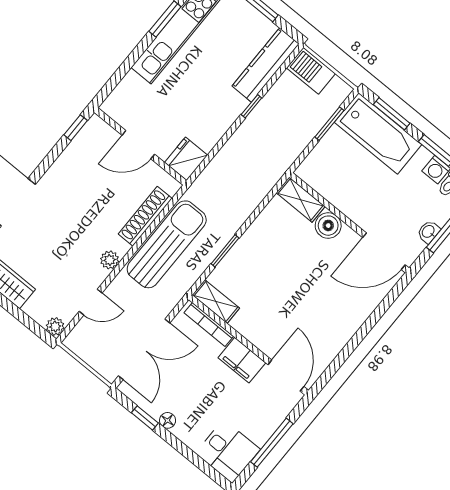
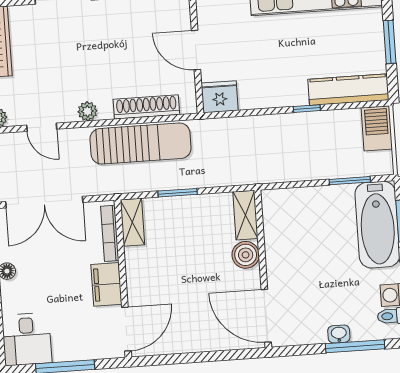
shelving: (301, 200) -> (245, 215), moved
wall: (349, 223) -> (263, 269), moved
boiler: (328, 226) -> (246, 255), moved
door: (384, 251) -> (266, 316), moved

